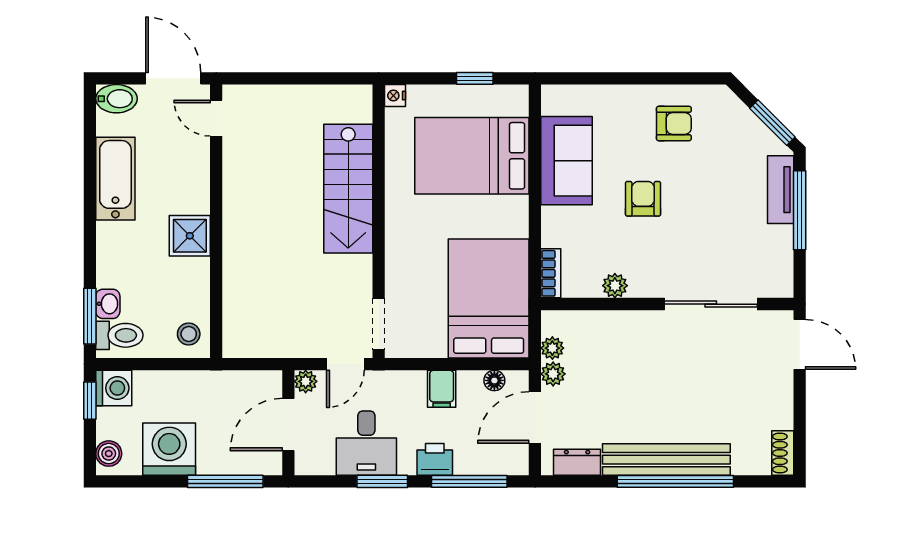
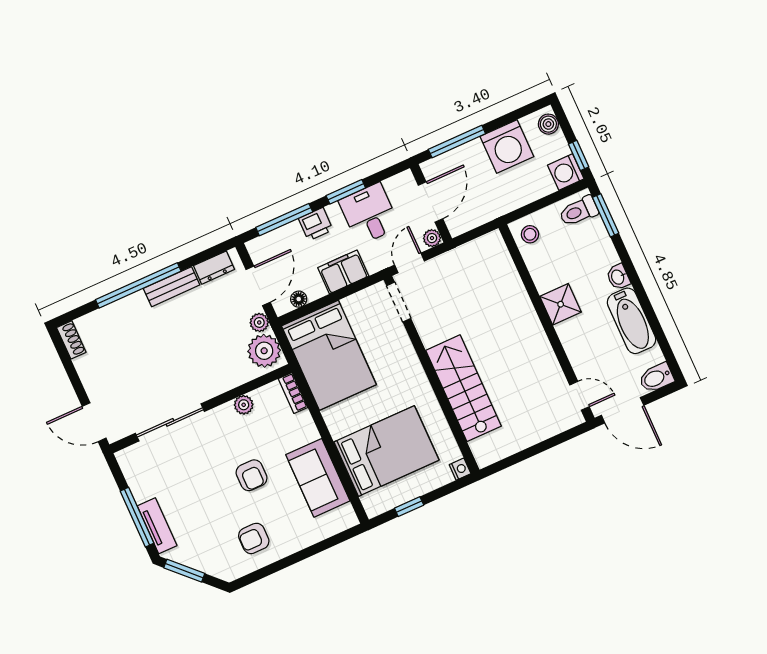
washbasin: (108, 304) -> (618, 277), moved
plant: (552, 348) -> (264, 351), width x1.87, depth x1.87
filing cabinet: (442, 389) -> (343, 272), width x2.00
bench: (666, 460) -> (172, 287), width x0.54, depth x0.82

